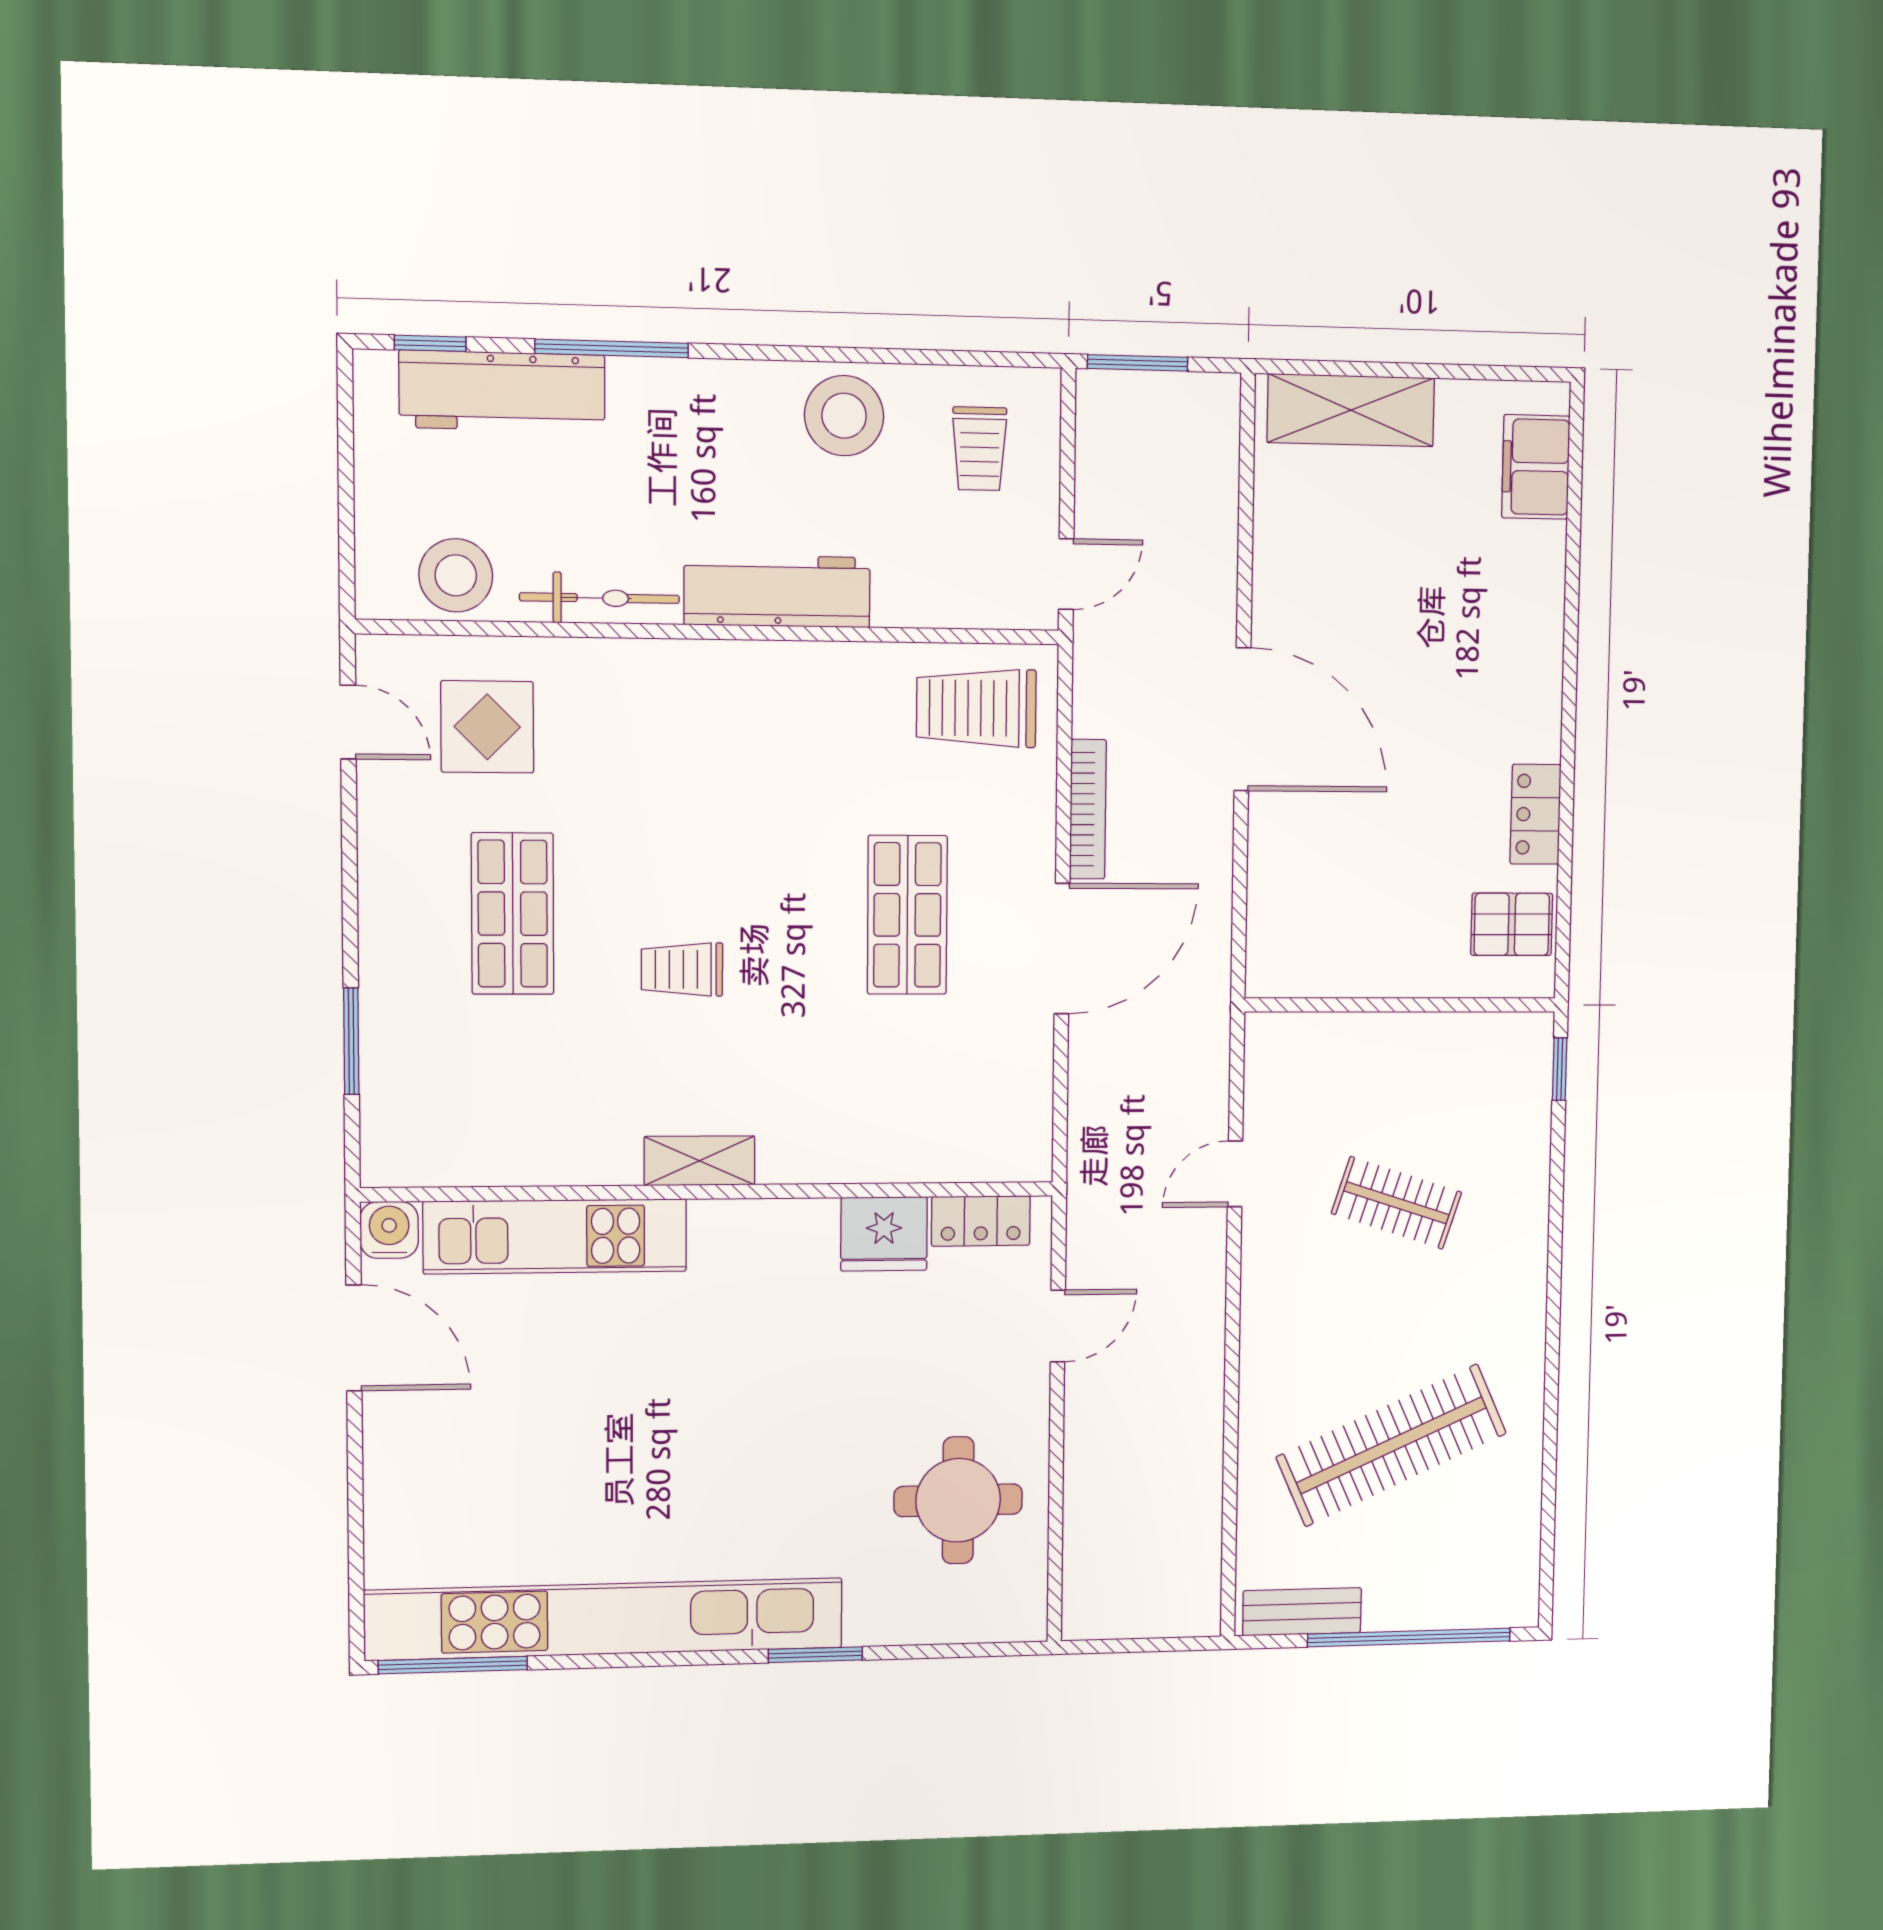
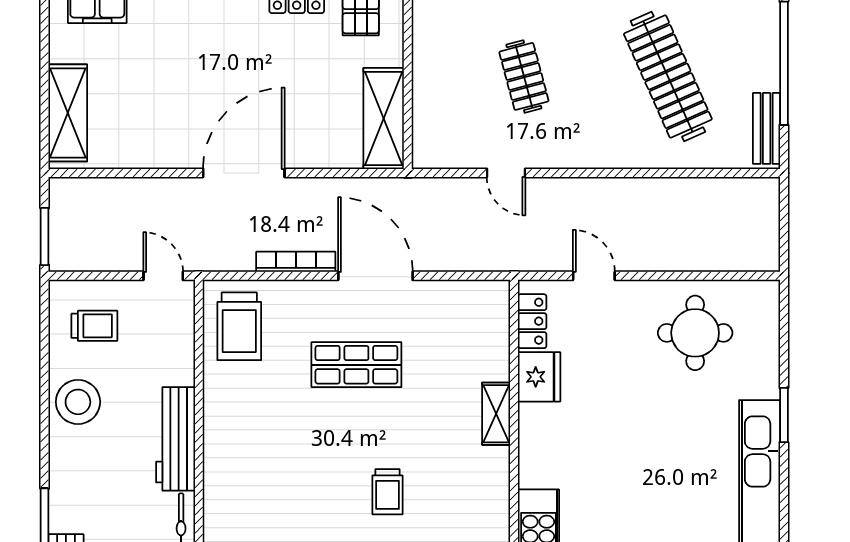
shelving: (1331, 963) -> (384, 118), added
shelving: (700, 1161) -> (496, 414), moved
clothes rail: (1397, 1203) -> (524, 76), turned -33

